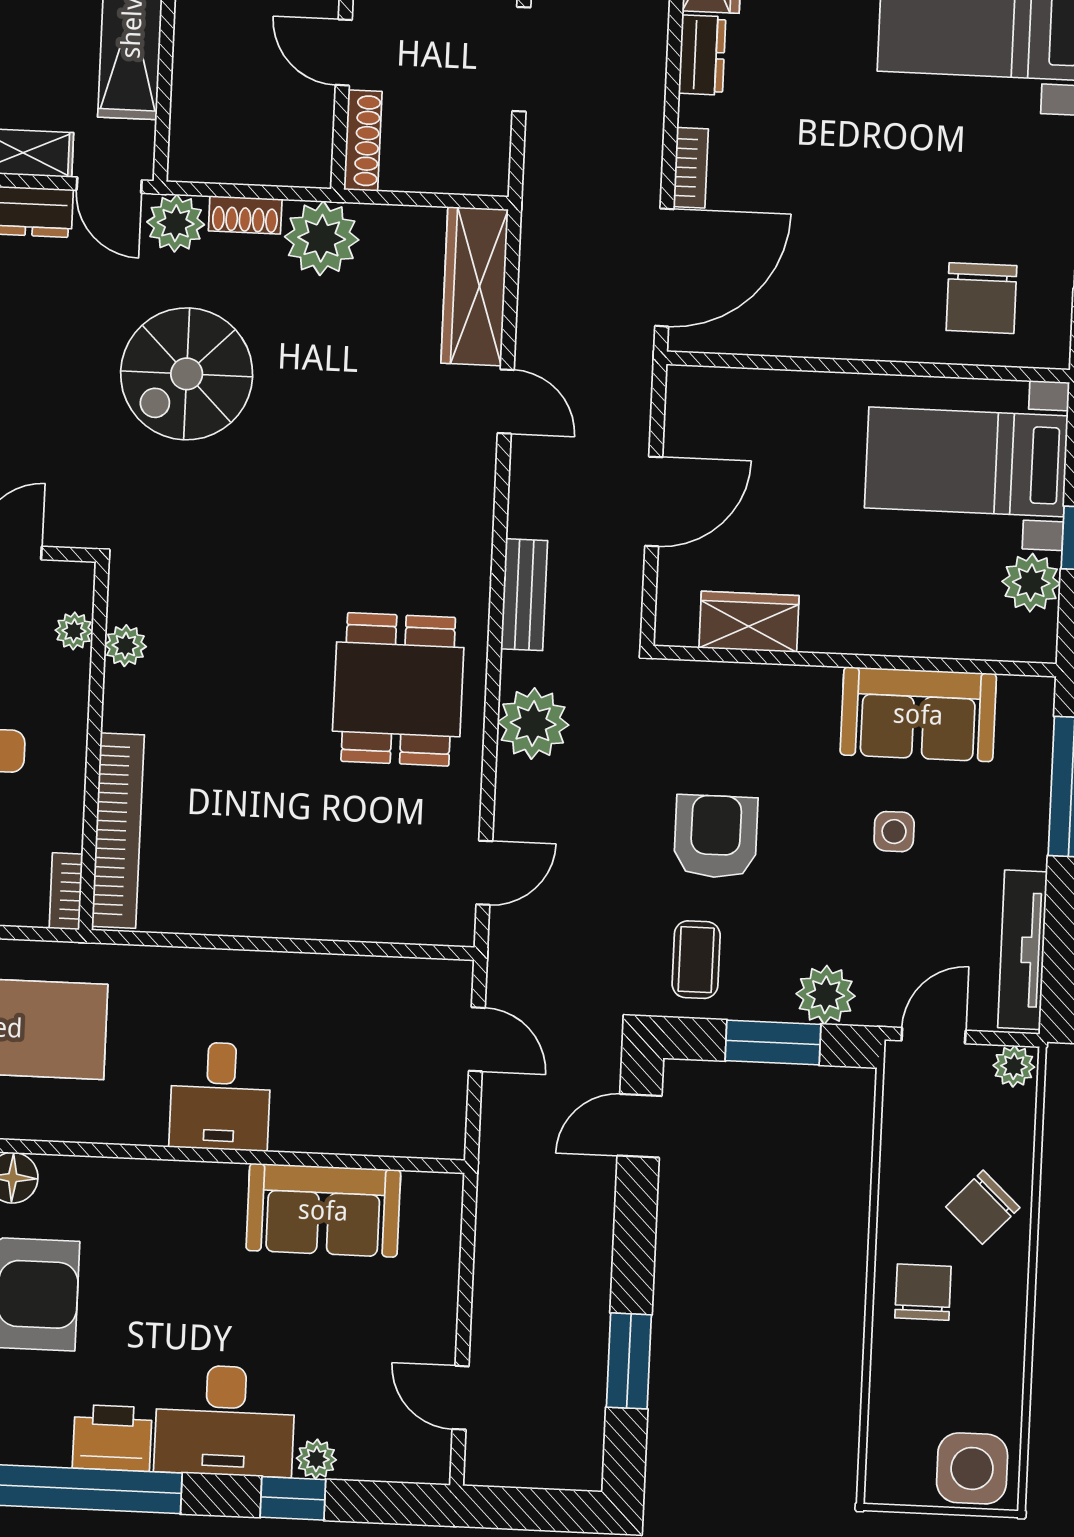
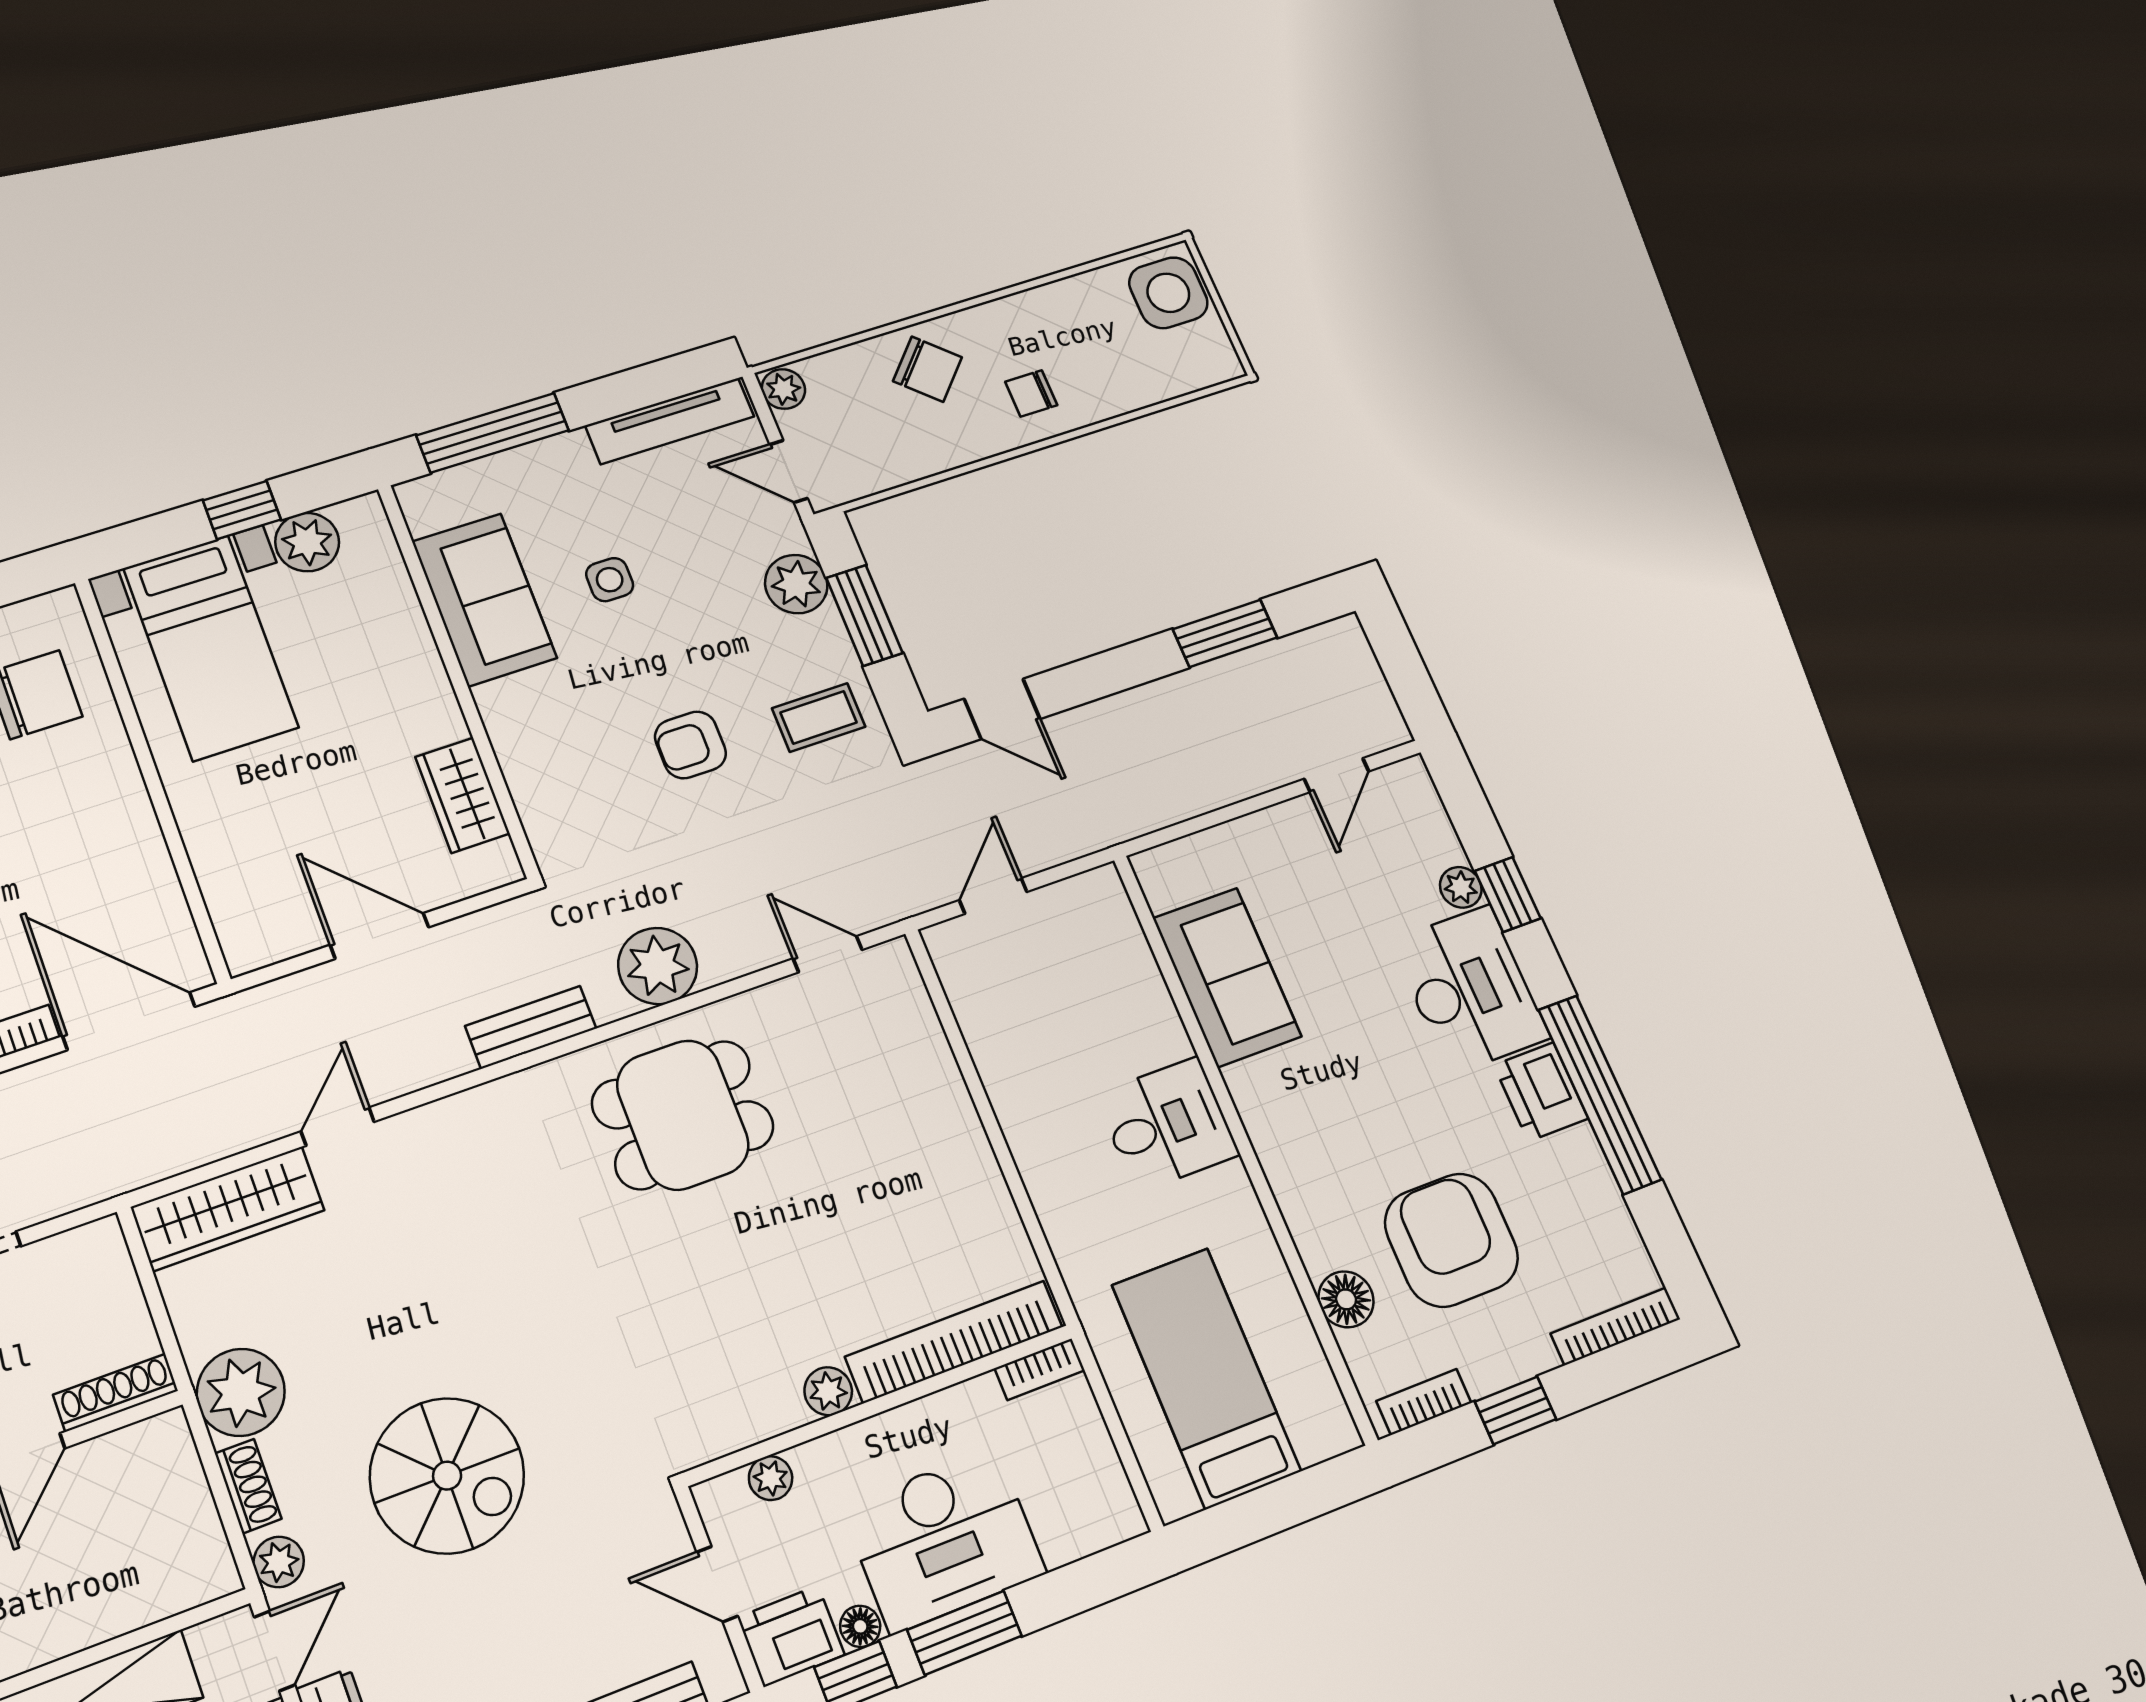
plant: (176, 223) -> (279, 1562), width x0.73, depth x0.73
plant: (125, 646) -> (828, 1391), moved
armchair: (716, 837) -> (690, 745), width x0.72, depth x0.72
chair: (923, 1292) -> (1031, 393), width x0.73, depth x0.73

